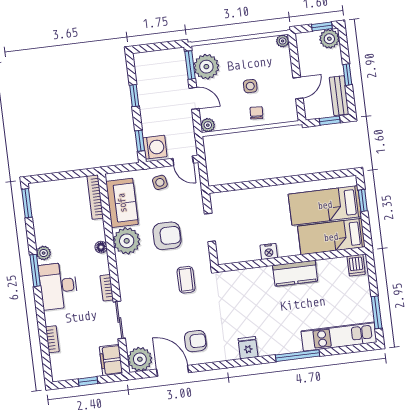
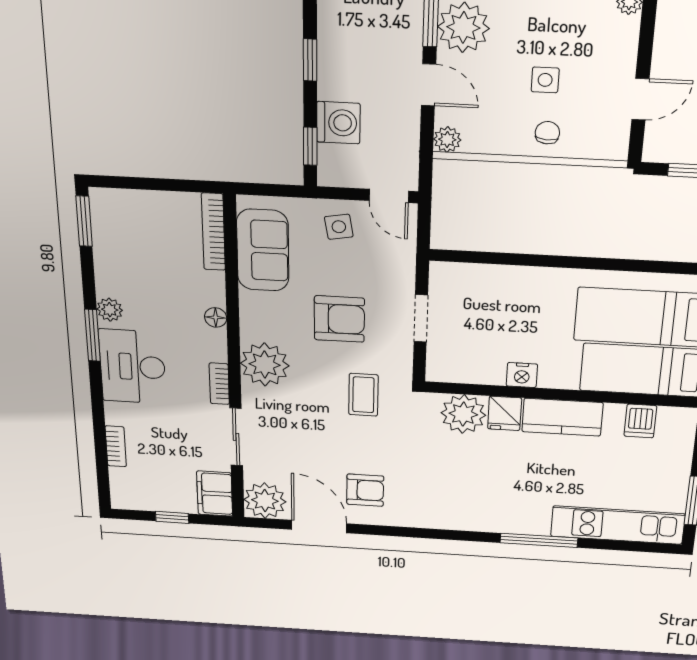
washing machine: (155, 147) -> (338, 123), moved
plant: (127, 241) -> (265, 364), moved
dishwasher: (356, 265) -> (640, 421), moved
plant: (242, 281) -> (463, 414), added
fridge: (248, 348) -> (505, 413), moved, turned 180

